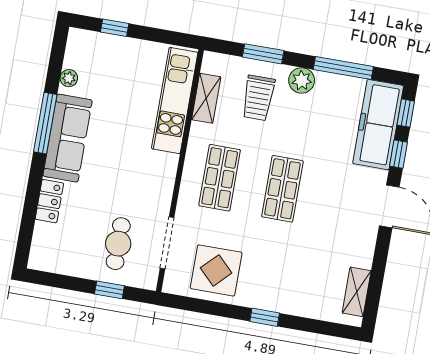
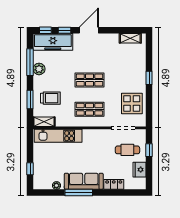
plant: (302, 80) -> (39, 69), moved
shelving: (206, 98) -> (44, 122), moved
fridge: (71, 262) -> (140, 170), added

